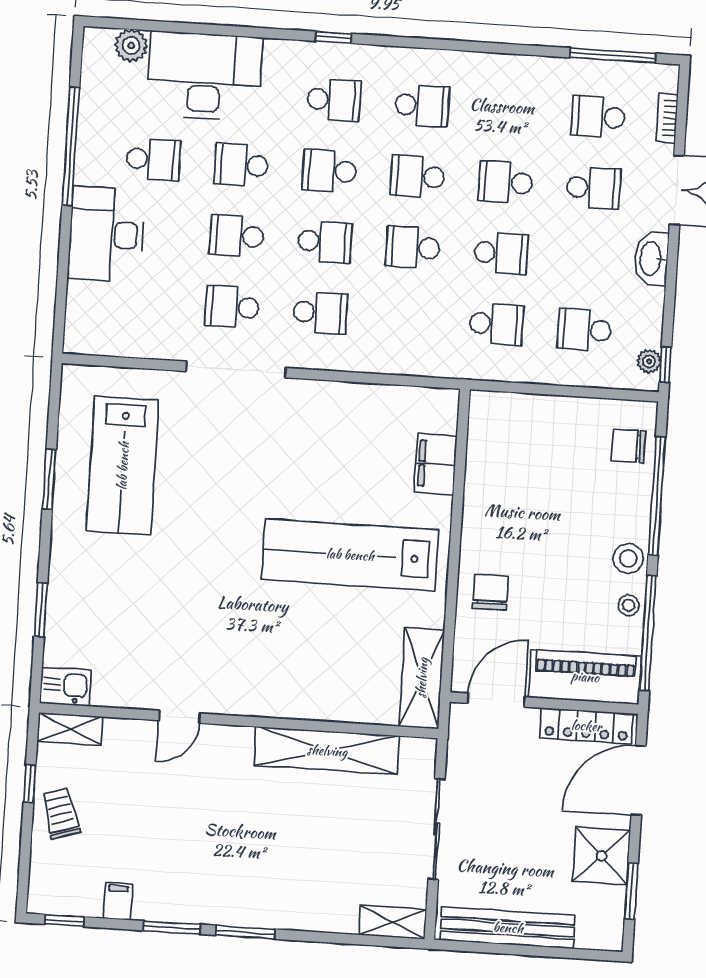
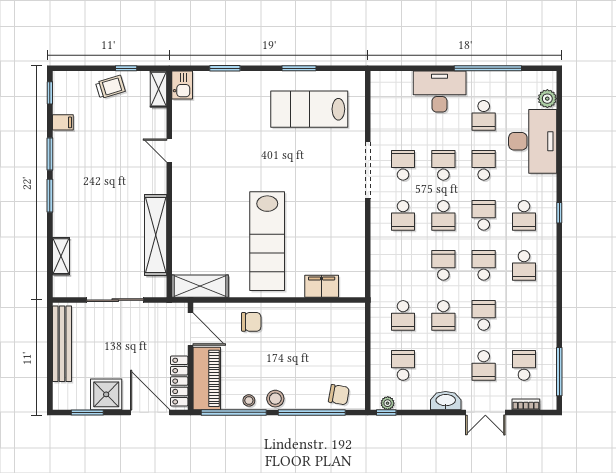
chair: (629, 446) -> (339, 395), turned 100
lab bench: (350, 555) -> (267, 241), turned 180
shelving: (393, 922) -> (61, 256), moved

